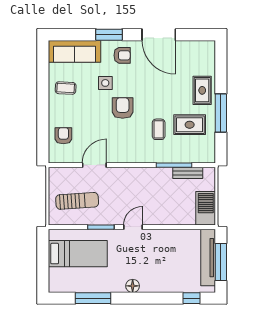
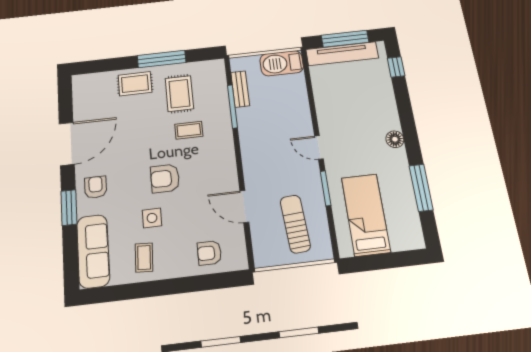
side table: (105, 83) -> (152, 218), moved

